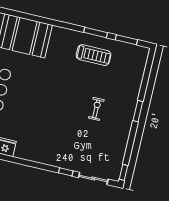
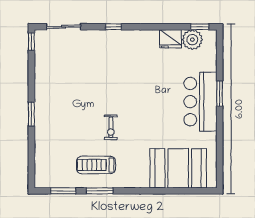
exercise bike: (96, 109) -> (111, 127), moved
window: (66, 172) -> (114, 27), moved

